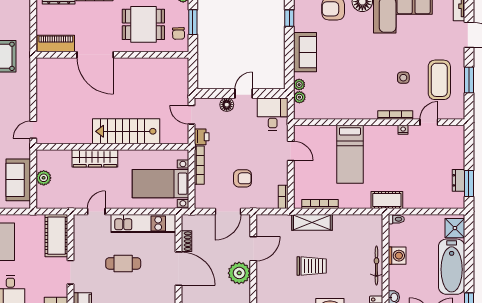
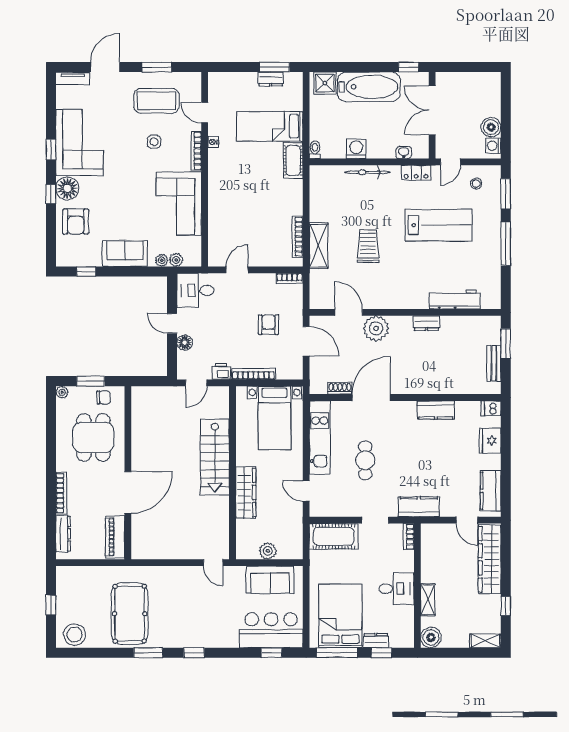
corner sofa: (349, 100) -> (179, 204), added
bed: (350, 154) -> (270, 126), moved, turned 180

